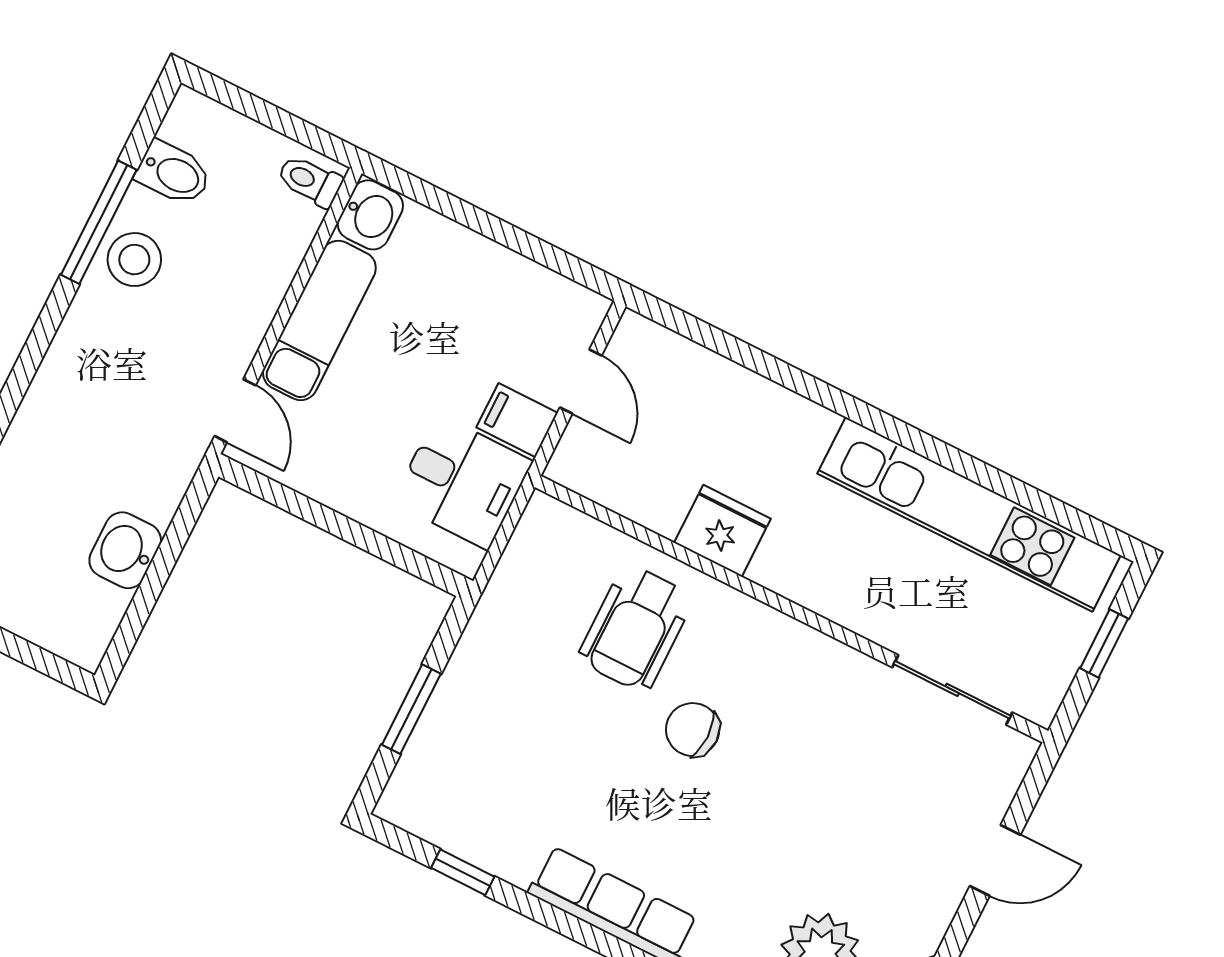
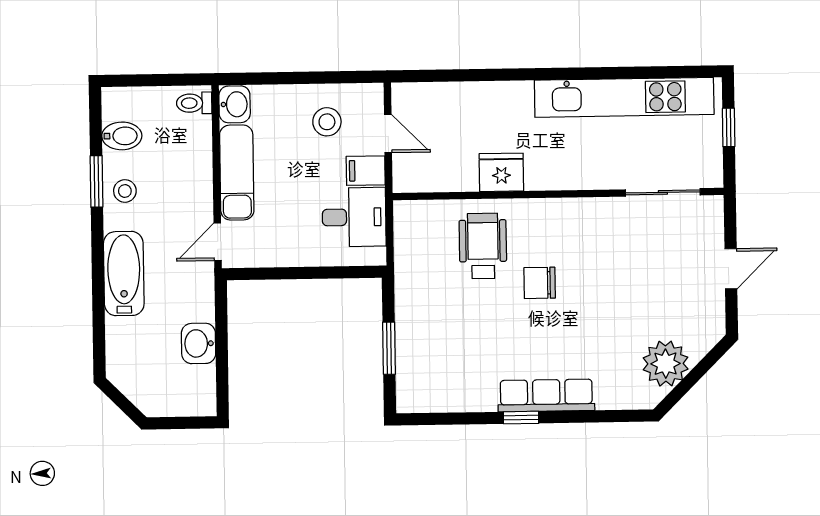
window: (99, 222) -> (96, 181), width x0.69
stool: (134, 260) -> (125, 191), width x0.73, depth x0.73
stool: (497, 315) -> (327, 122), added
bathtub: (67, 384) -> (124, 274), added
door: (235, 411) -> (218, 242), swing flipped
wheelchair: (636, 628) -> (483, 246), turned 180
window: (463, 872) -> (521, 418), moved

